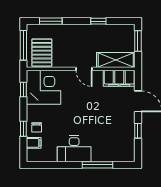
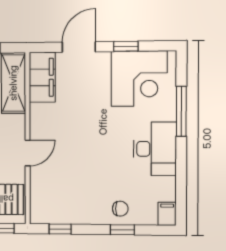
door: (84, 69) -> (28, 153), moved
corner desk: (44, 87) -> (139, 79), moved, turned 180
filing cabinet: (34, 143) -> (167, 214), moved

